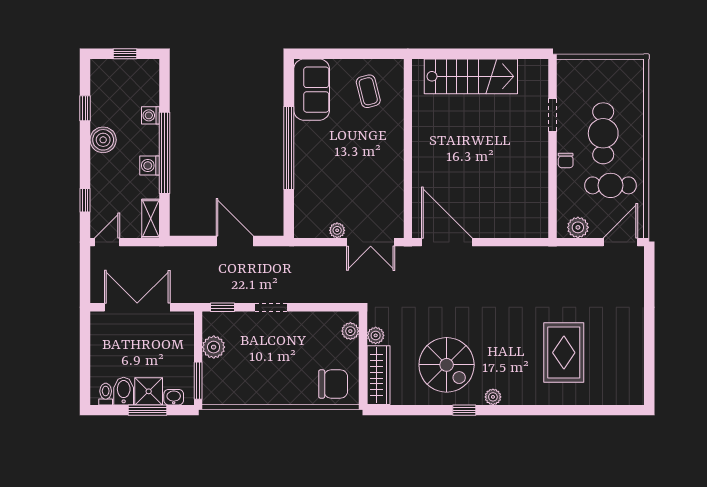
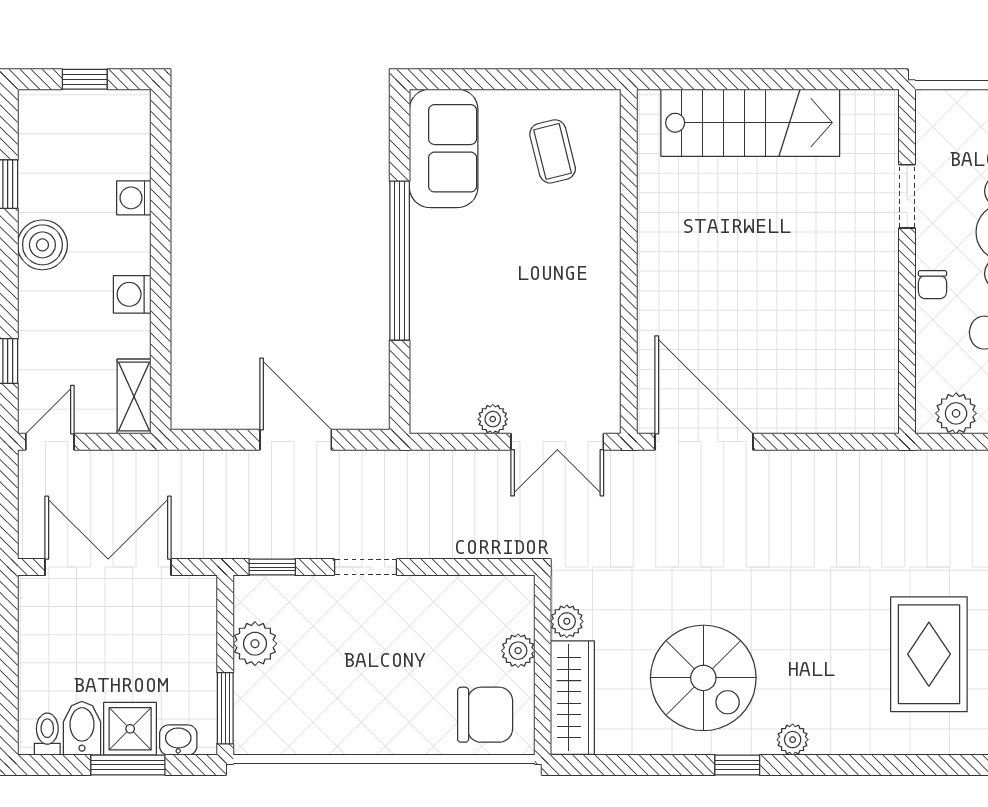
window: (164, 153) -> (161, 270), removed
plant: (350, 331) -> (518, 651), moved

